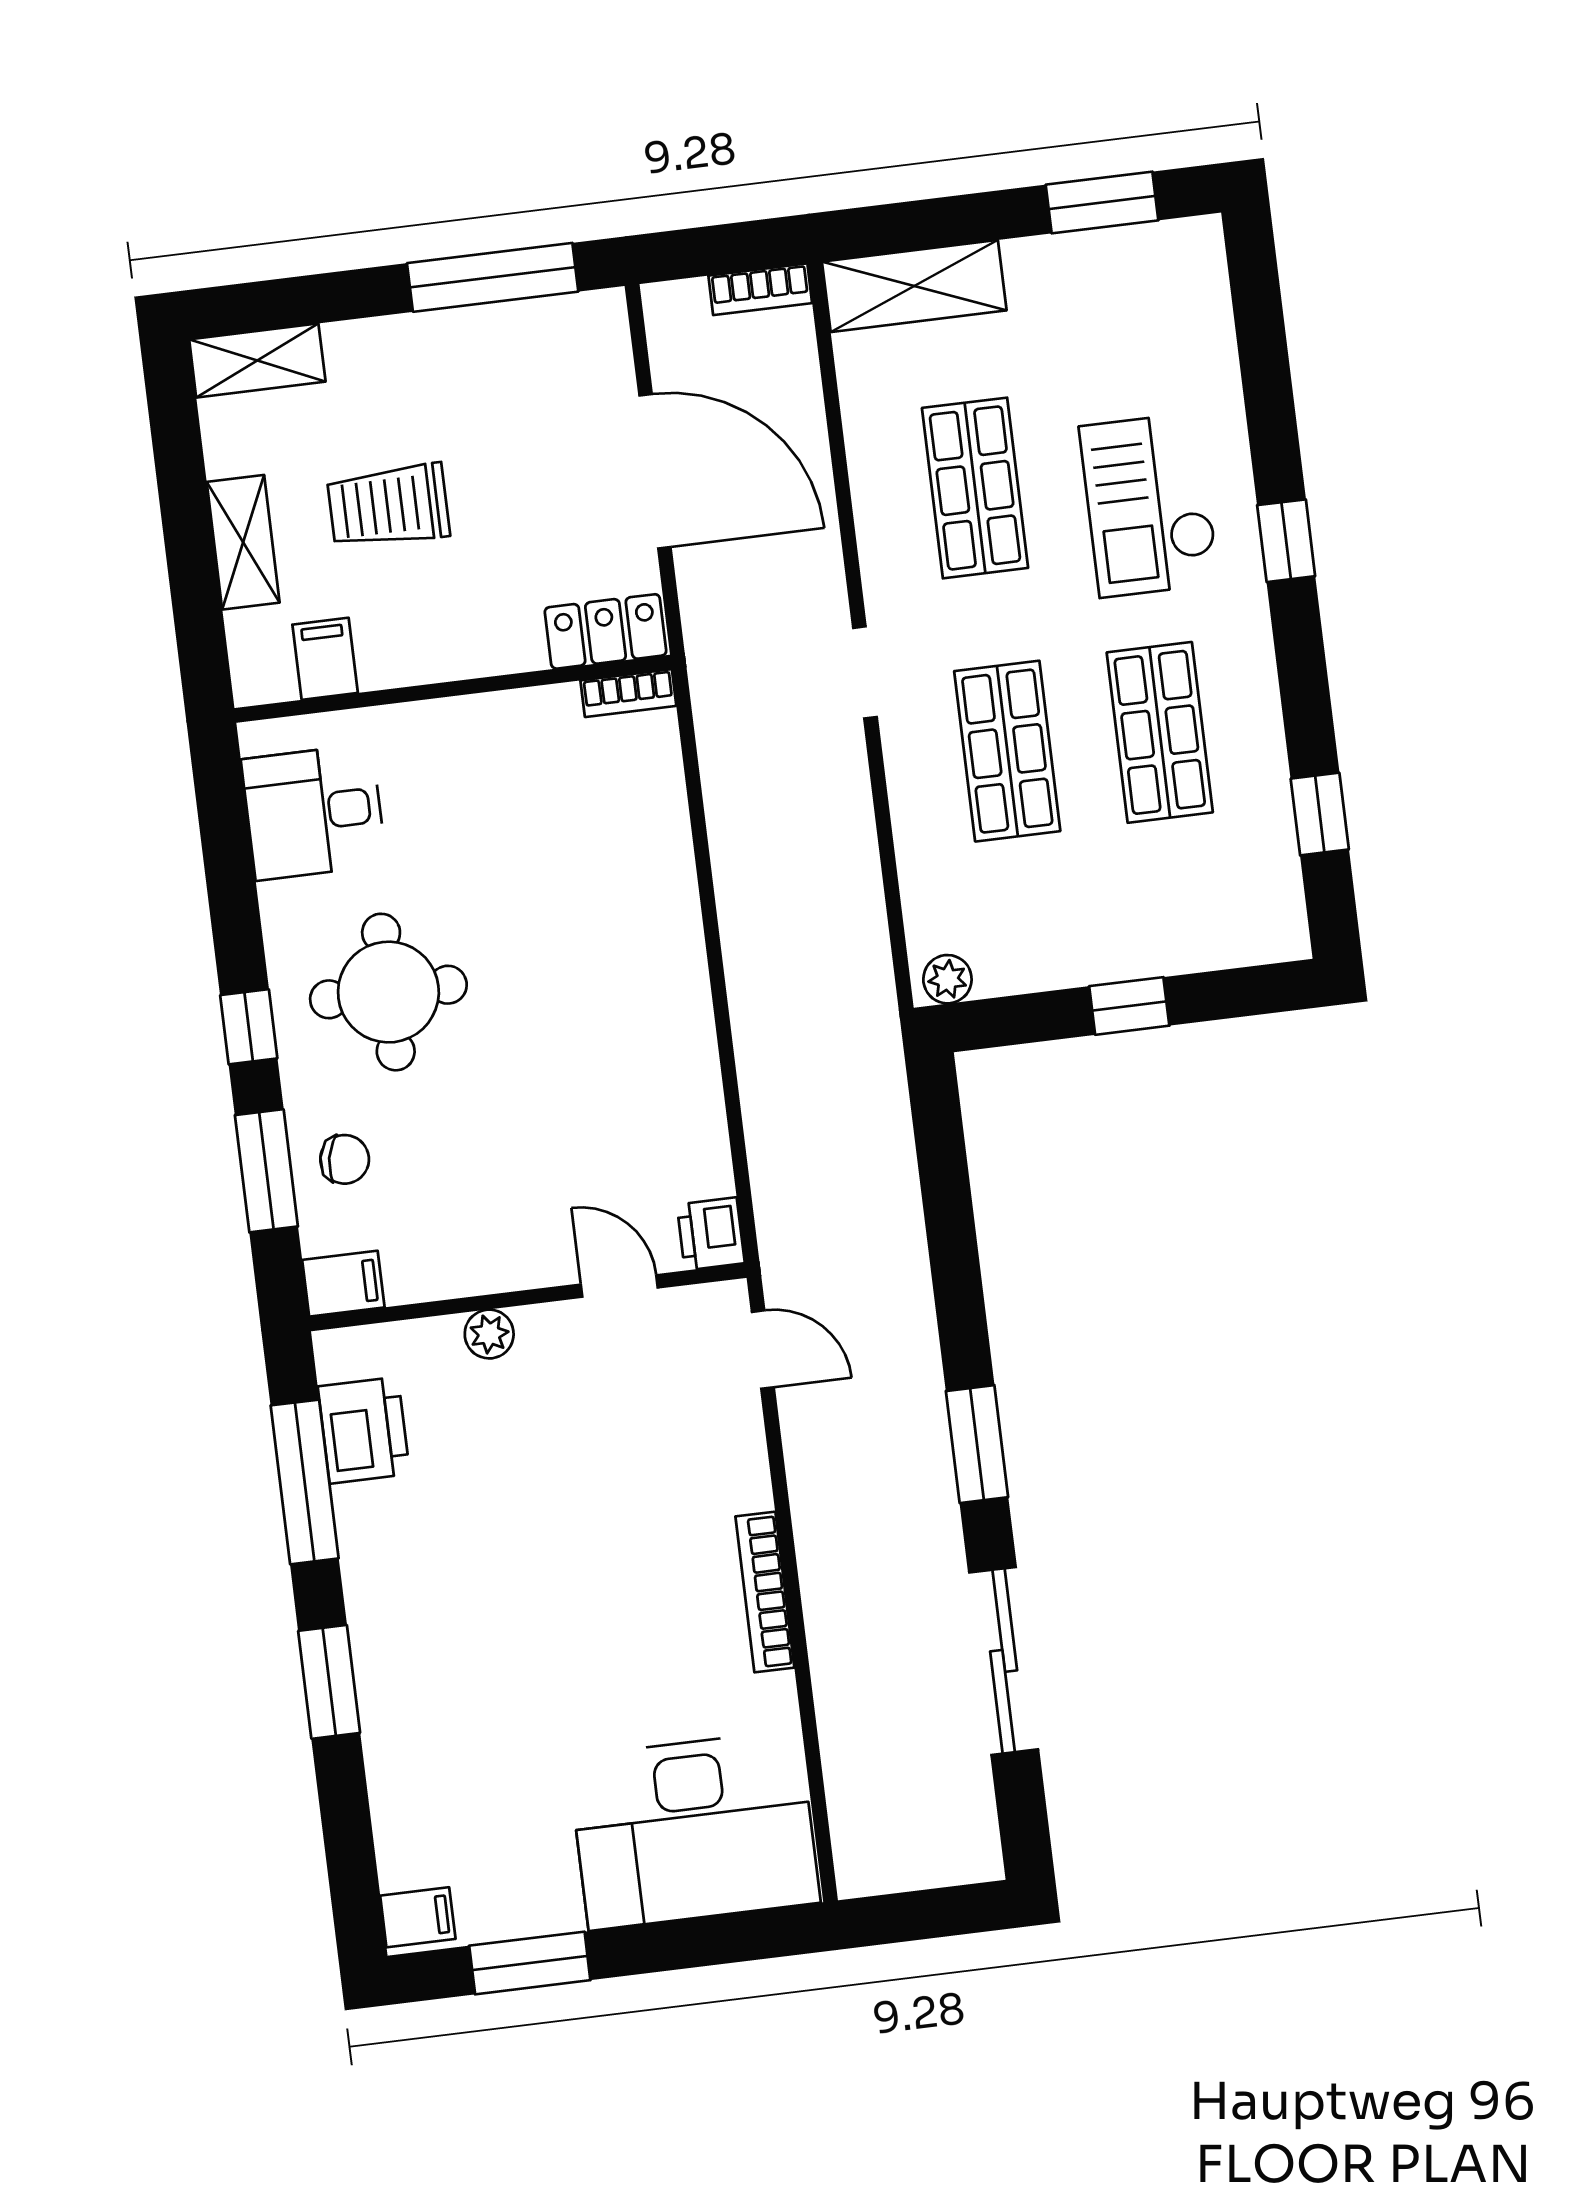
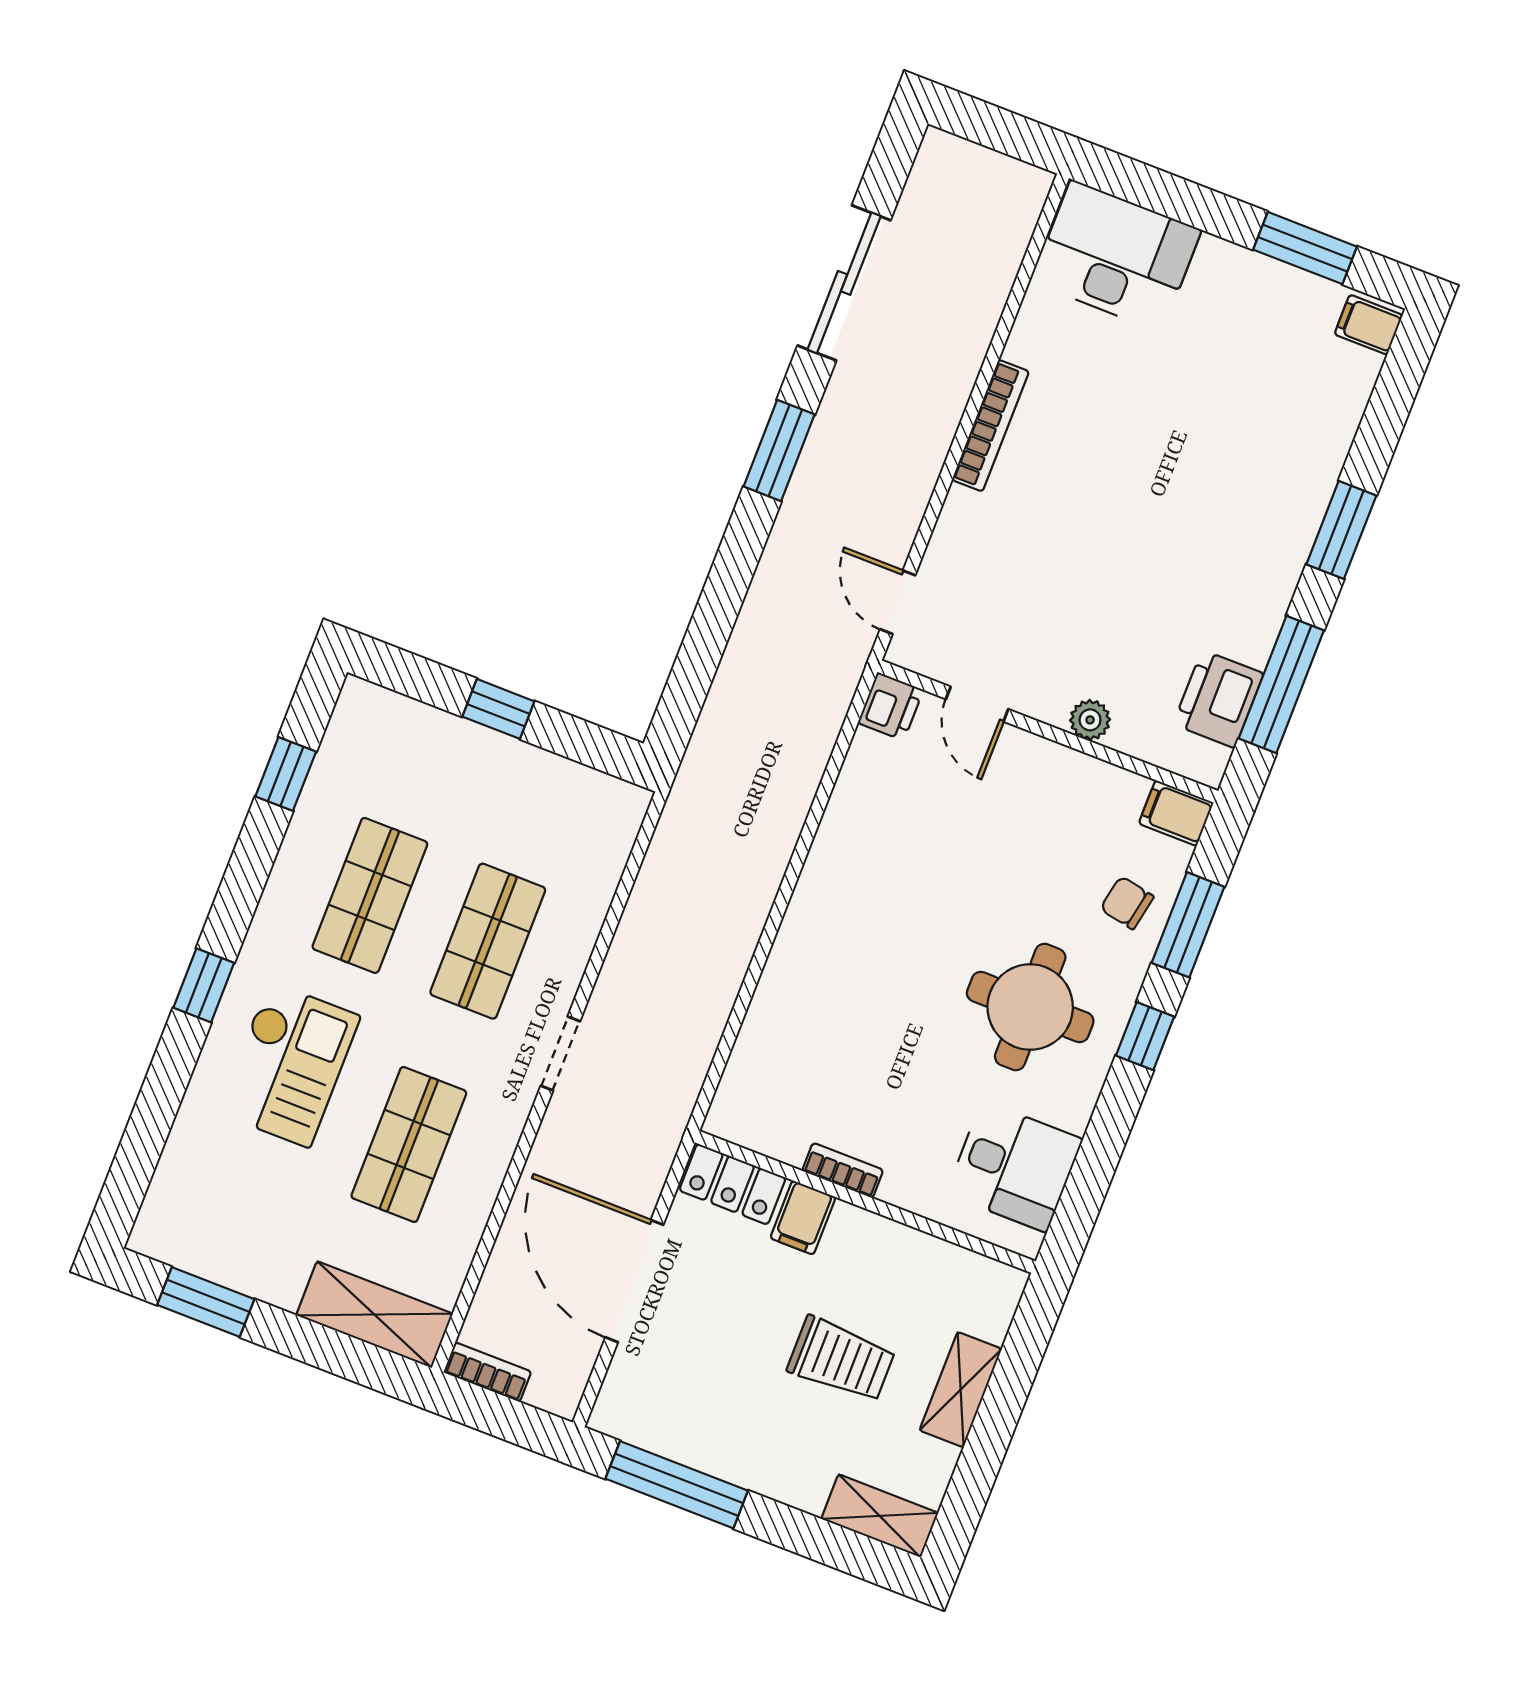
filing cabinet: (325, 659) -> (803, 1218), moved
bookcase: (628, 693) -> (843, 1170), moved
plant: (947, 979) -> (620, 799), removed
desk: (694, 1830) -> (1116, 256), width x0.73, depth x0.77

